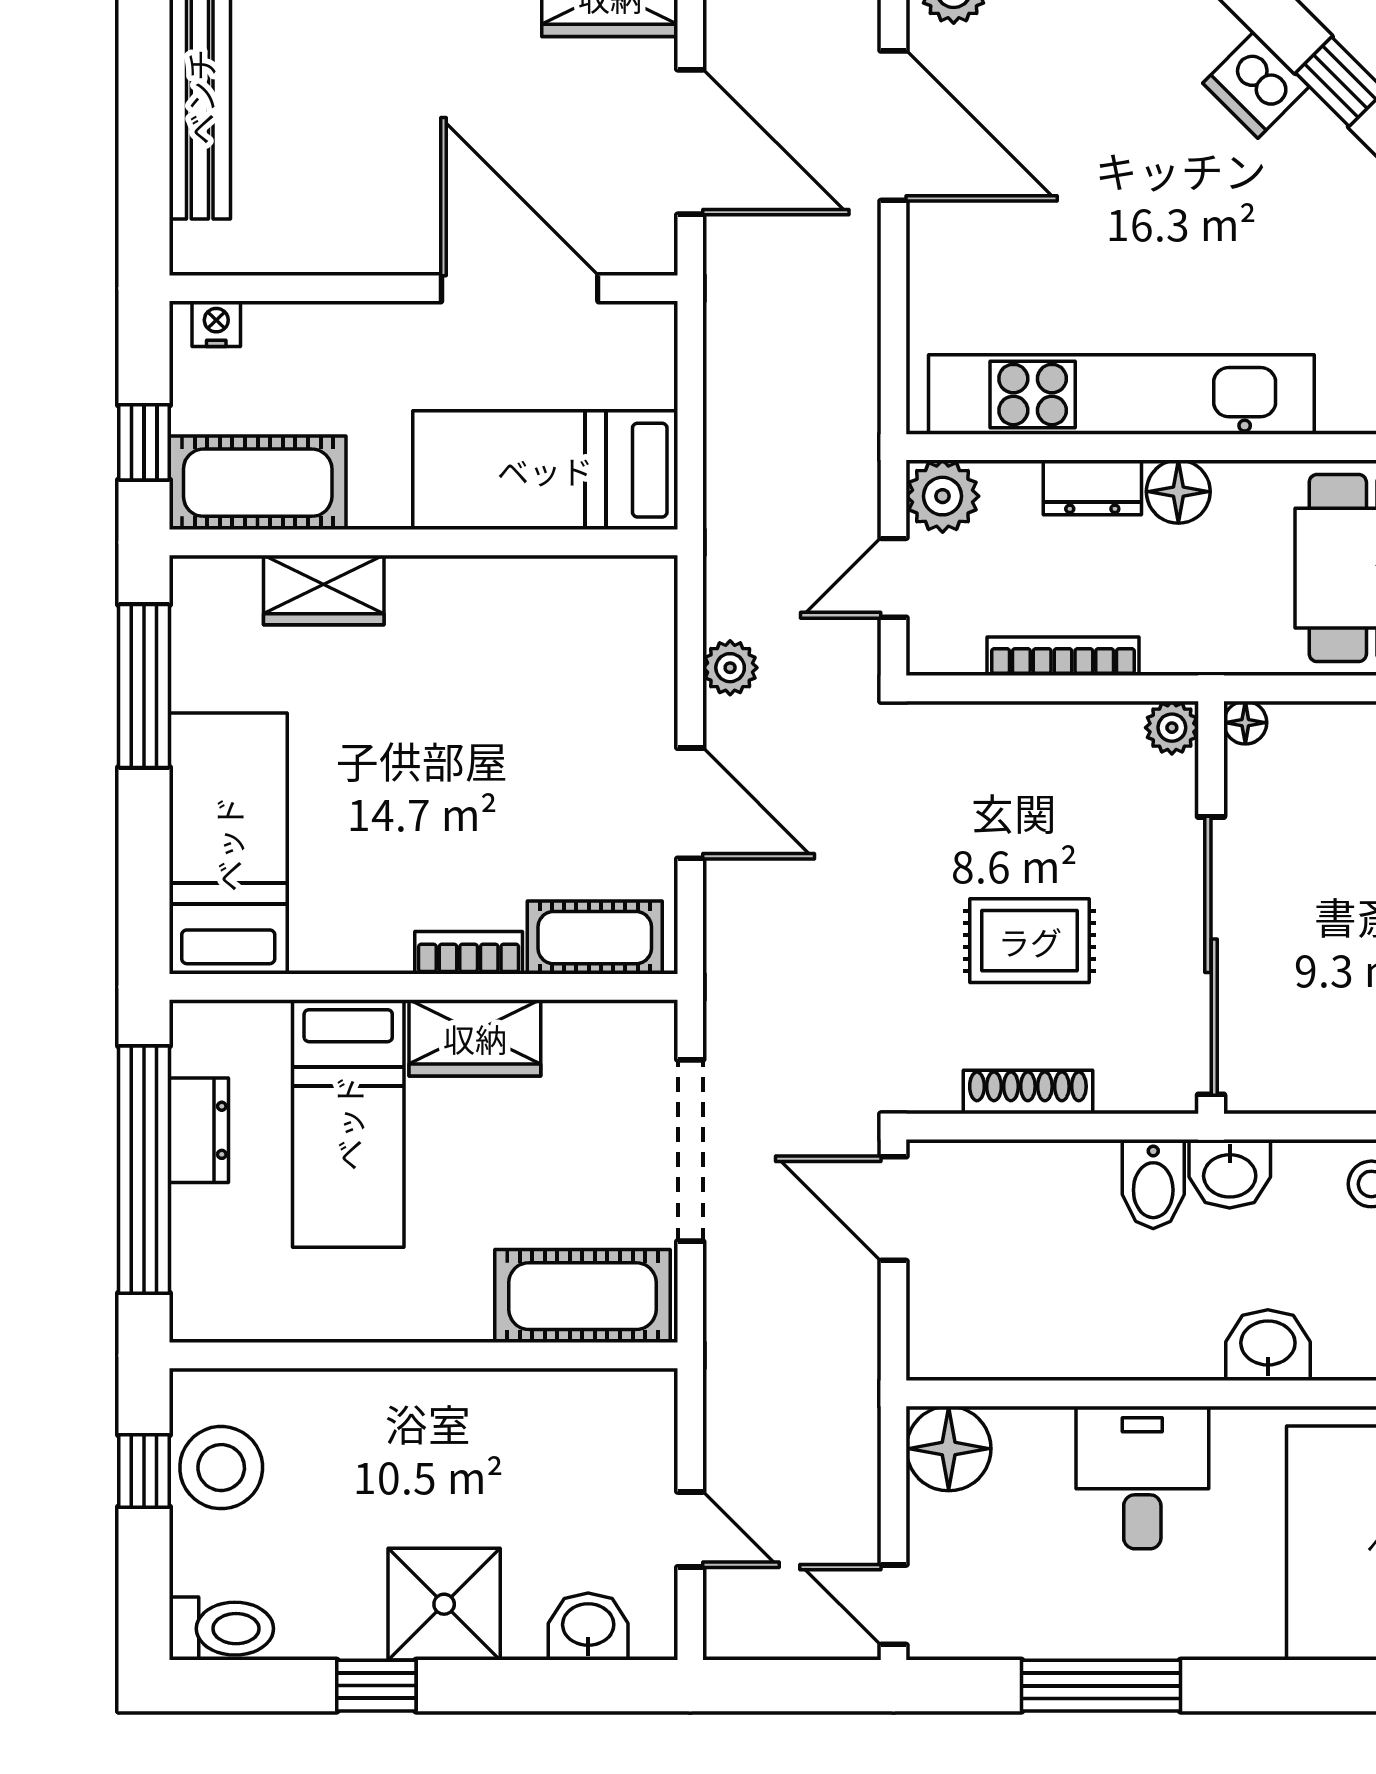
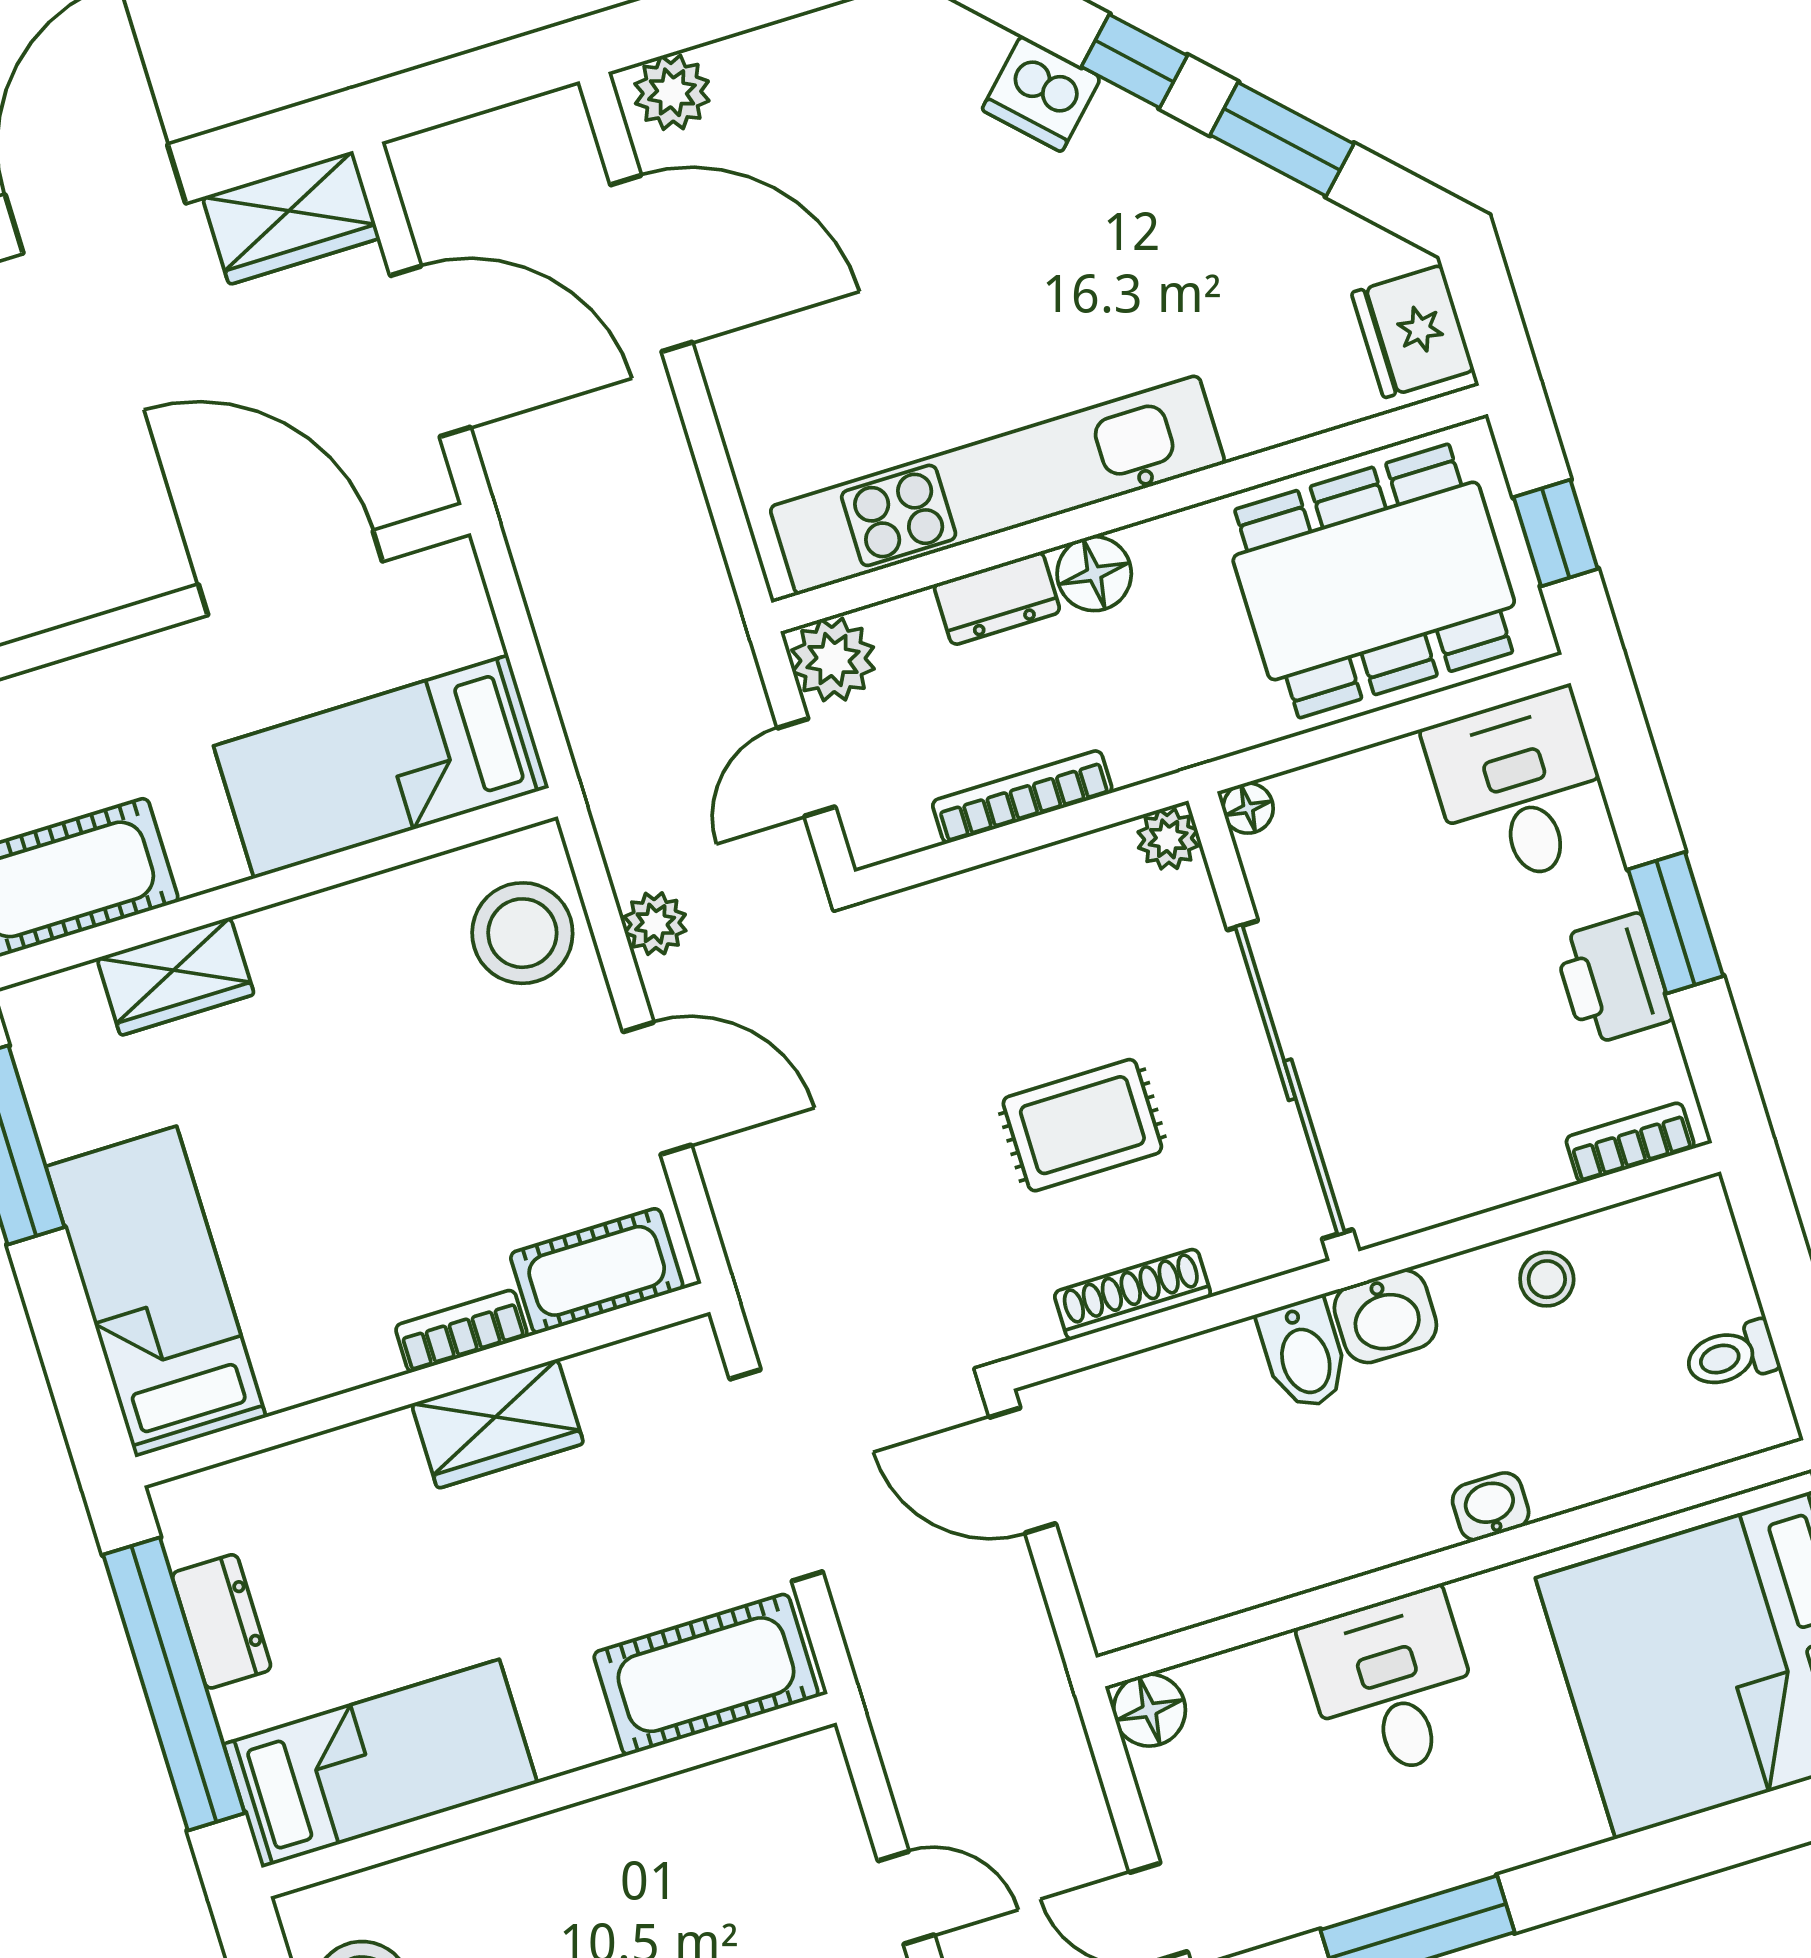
stool: (619, 642) -> (522, 933), added
bed: (348, 1123) -> (380, 1764), moved, turned -90
washbasin: (1268, 1345) -> (1491, 1507), width x0.72, depth x0.69
floor lamp: (949, 1449) -> (1149, 1710), width x0.73, depth x0.73

